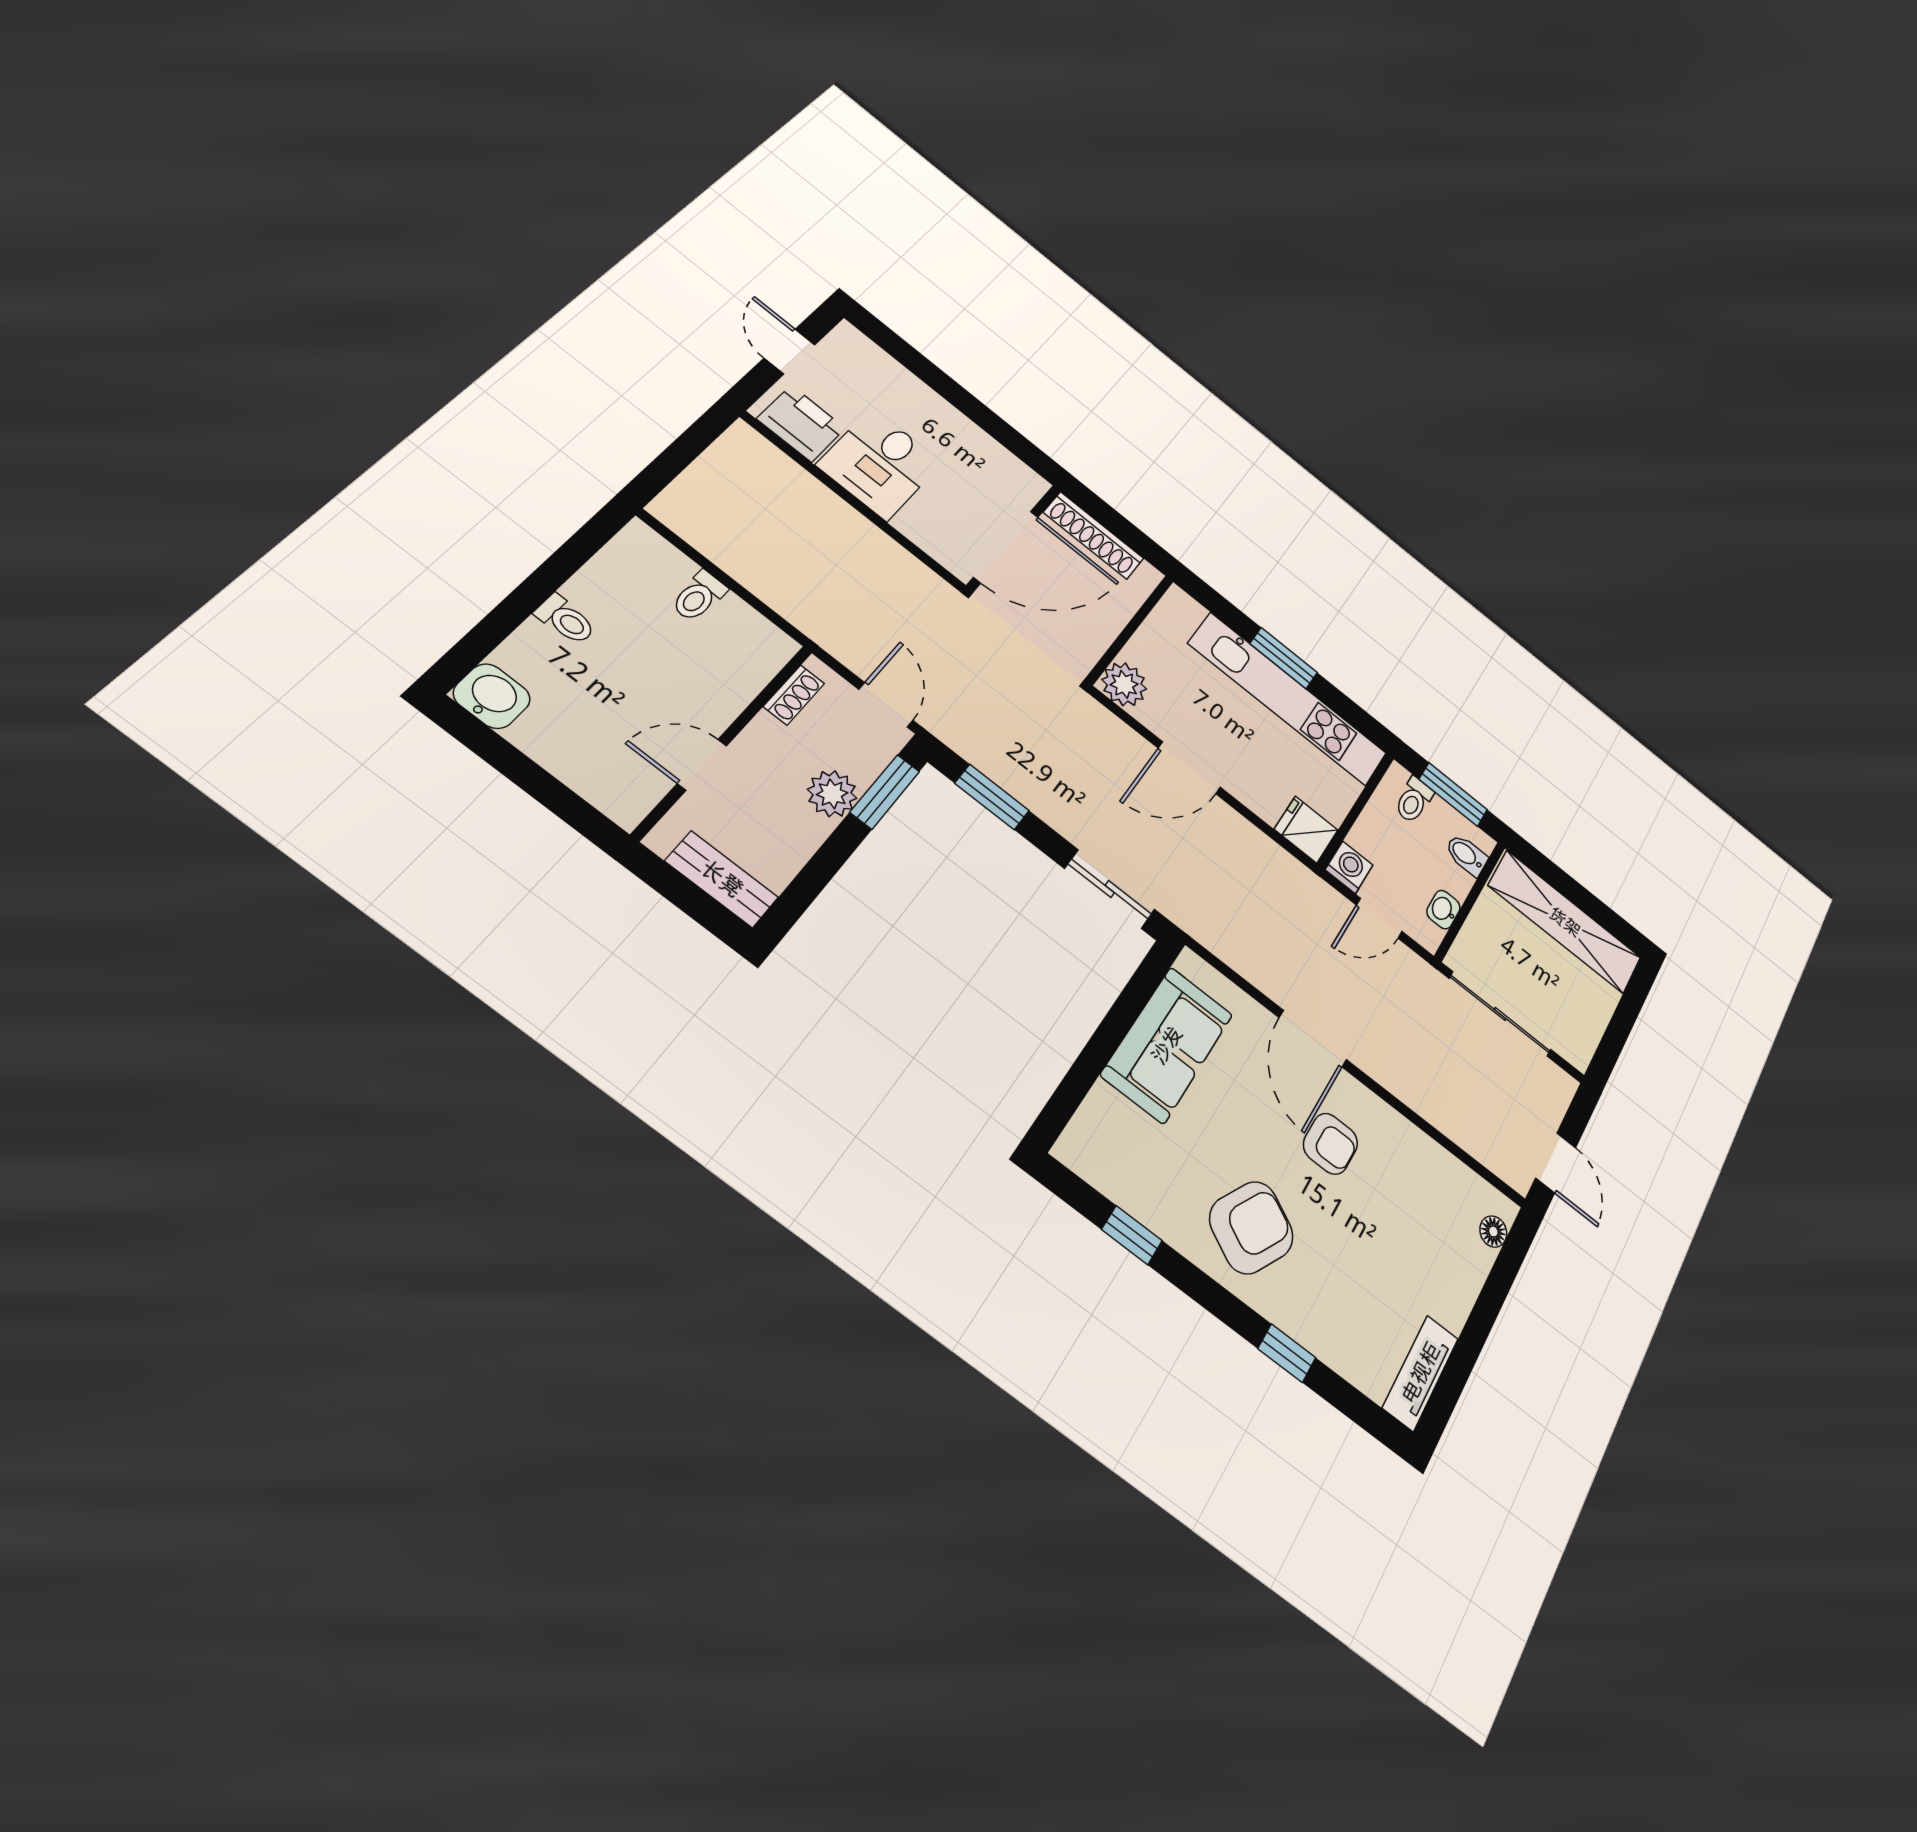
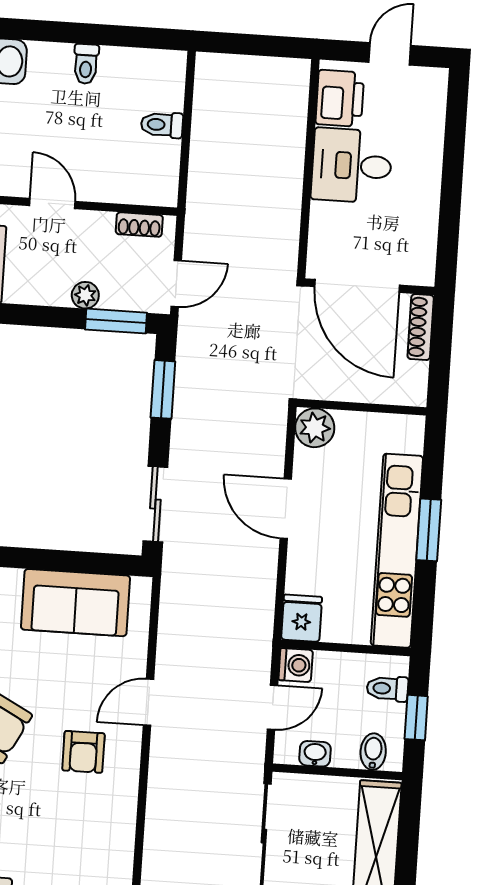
shoe rack: (1094, 535) -> (421, 327), width x0.74, depth x0.81
plant: (832, 794) -> (85, 295), width x0.73, depth x0.73
window: (1453, 794) -> (416, 718), width x0.67
door: (1379, 918) -> (272, 707), swing flipped
door: (1313, 1039) -> (148, 702), width x0.73

